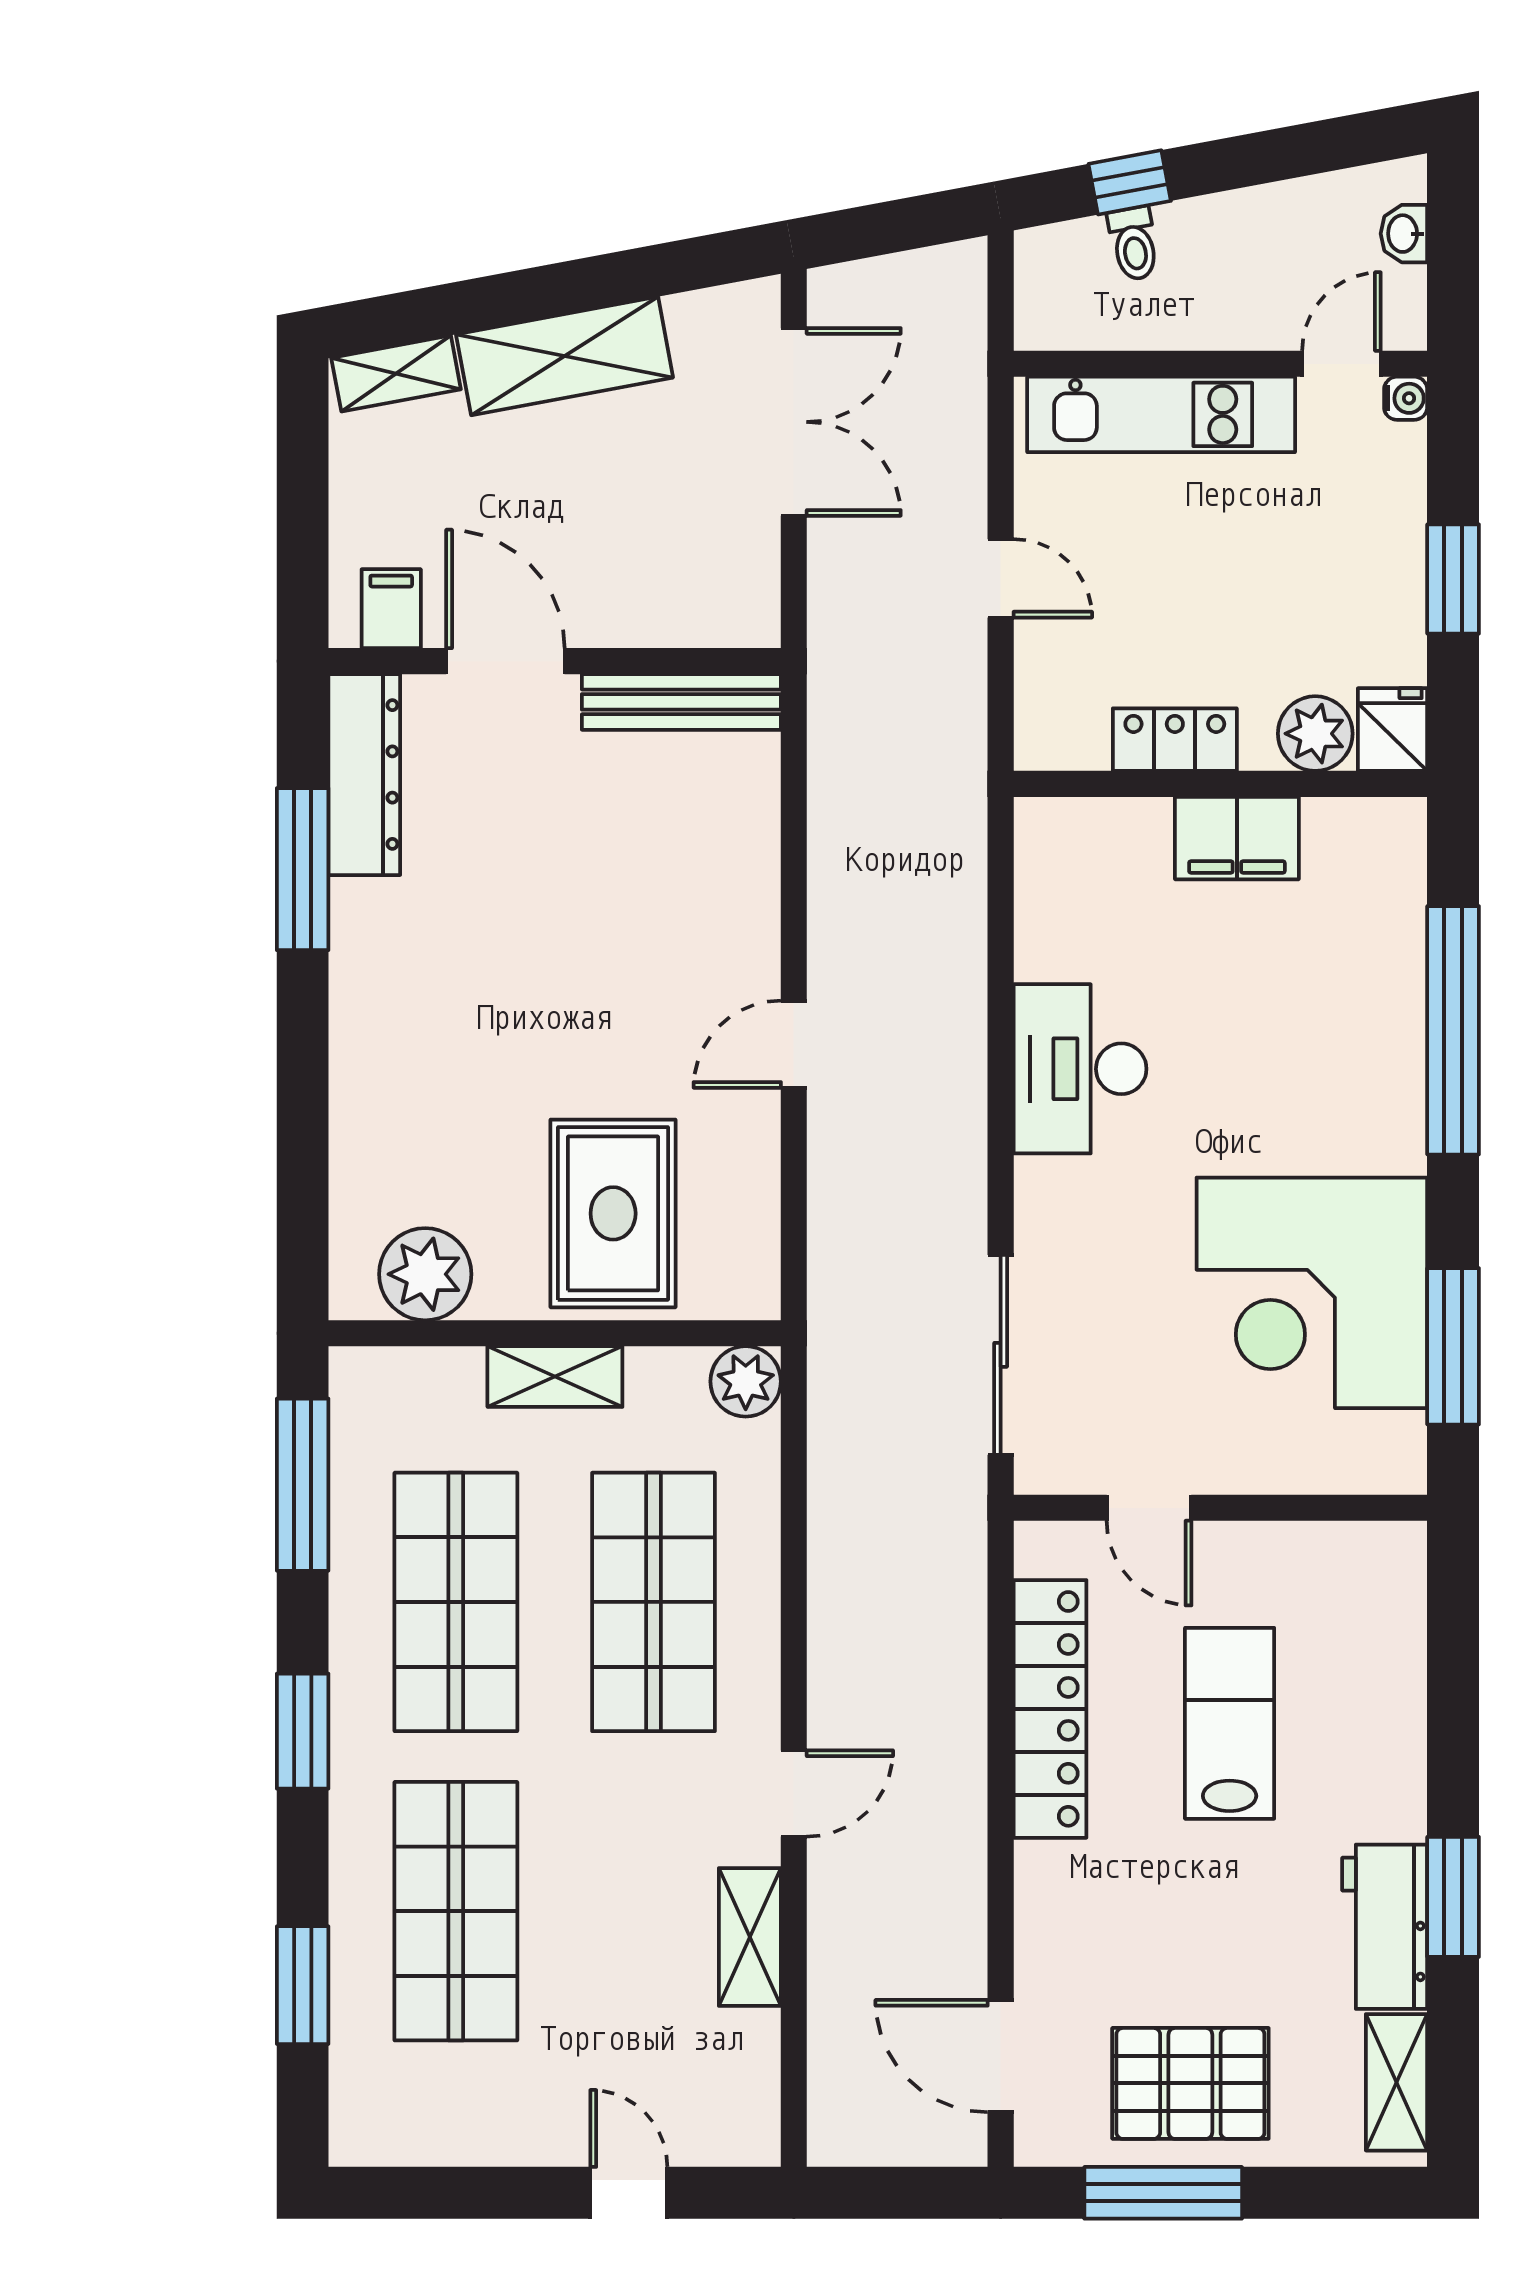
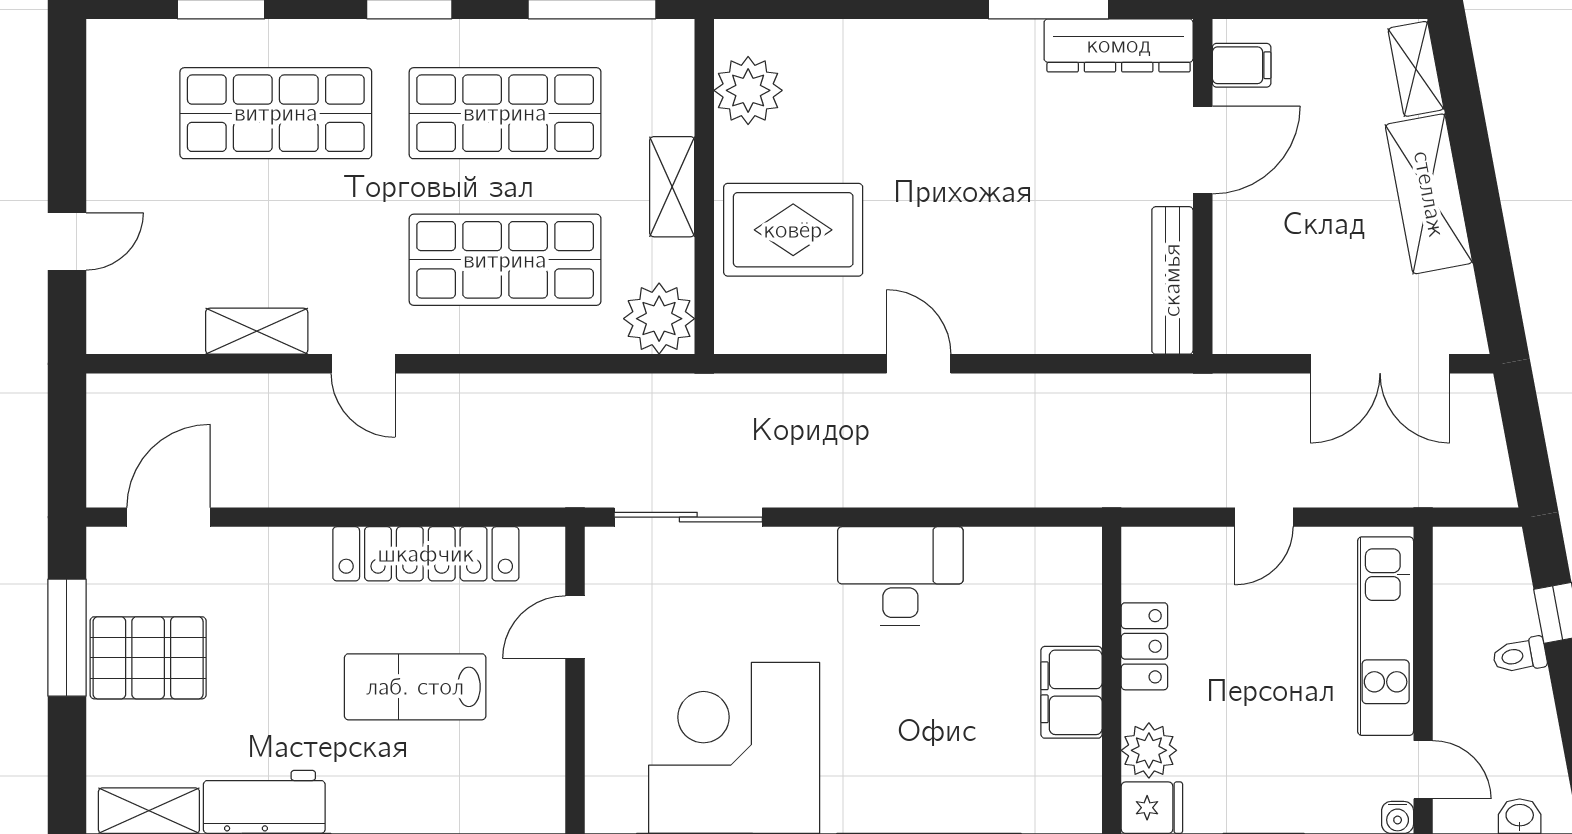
toilet: (1134, 244) -> (1520, 655), moved
plant: (746, 1381) -> (659, 319), width x1.36, depth x1.36
lab bench: (1230, 1723) -> (415, 687), turned 180
pallet: (1190, 2083) -> (148, 658), turned 90

